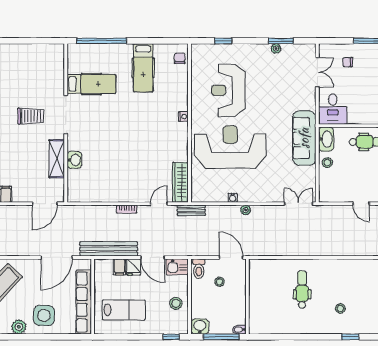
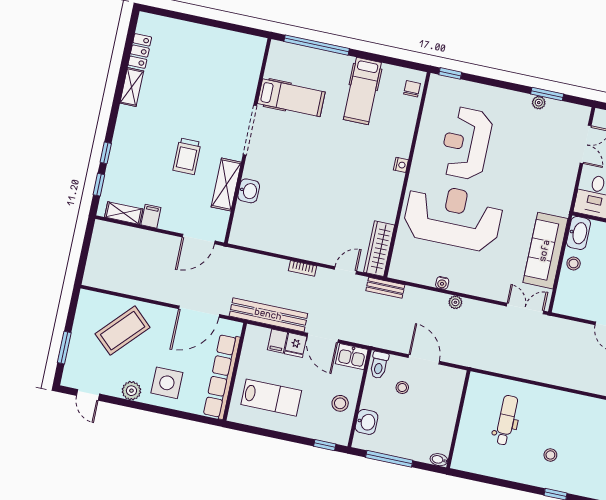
window: (223, 41) -> (450, 73), moved
trolley: (31, 116) -> (187, 156), moved, turned 90
sofa: (304, 138) -> (545, 251), moved
wall: (247, 296) -> (458, 419), moved
washbasin: (200, 326) -> (367, 422), moved, turned 90
bidet: (239, 330) -> (439, 460), moved

